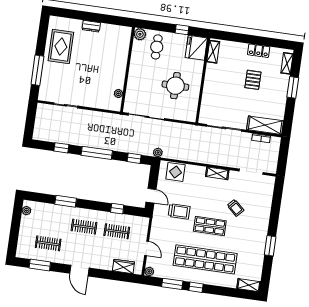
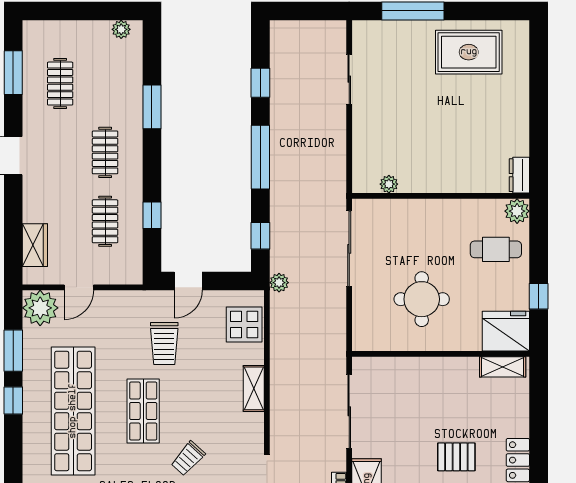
dresser: (91, 26) -> (519, 175), moved
shelving: (217, 173) -> (254, 388), moved
plant: (149, 271) -> (40, 308), width x1.87, depth x1.87

